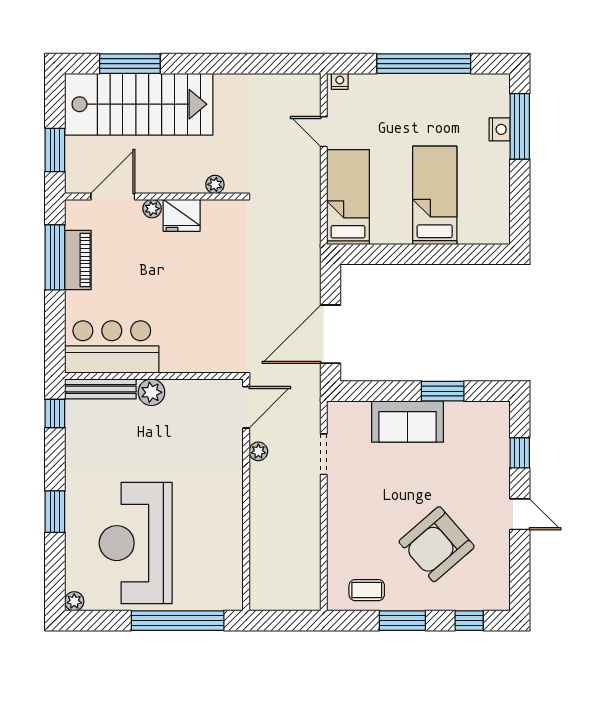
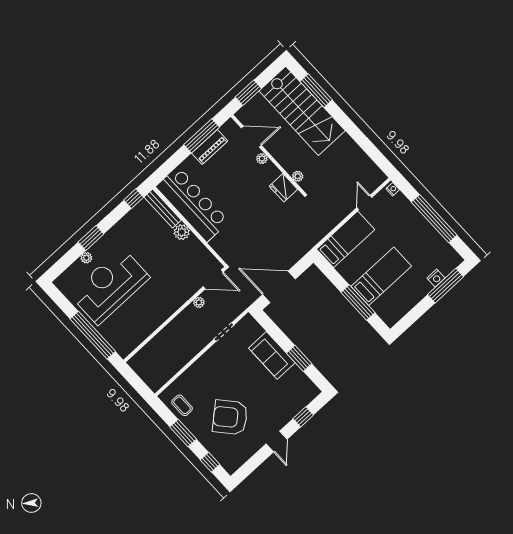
fridge: (182, 215) -> (283, 188), moved
window: (441, 254) -> (358, 303), added
bar counter: (112, 347) -> (192, 204), width x1.36
plant: (74, 601) -> (86, 258), moved

